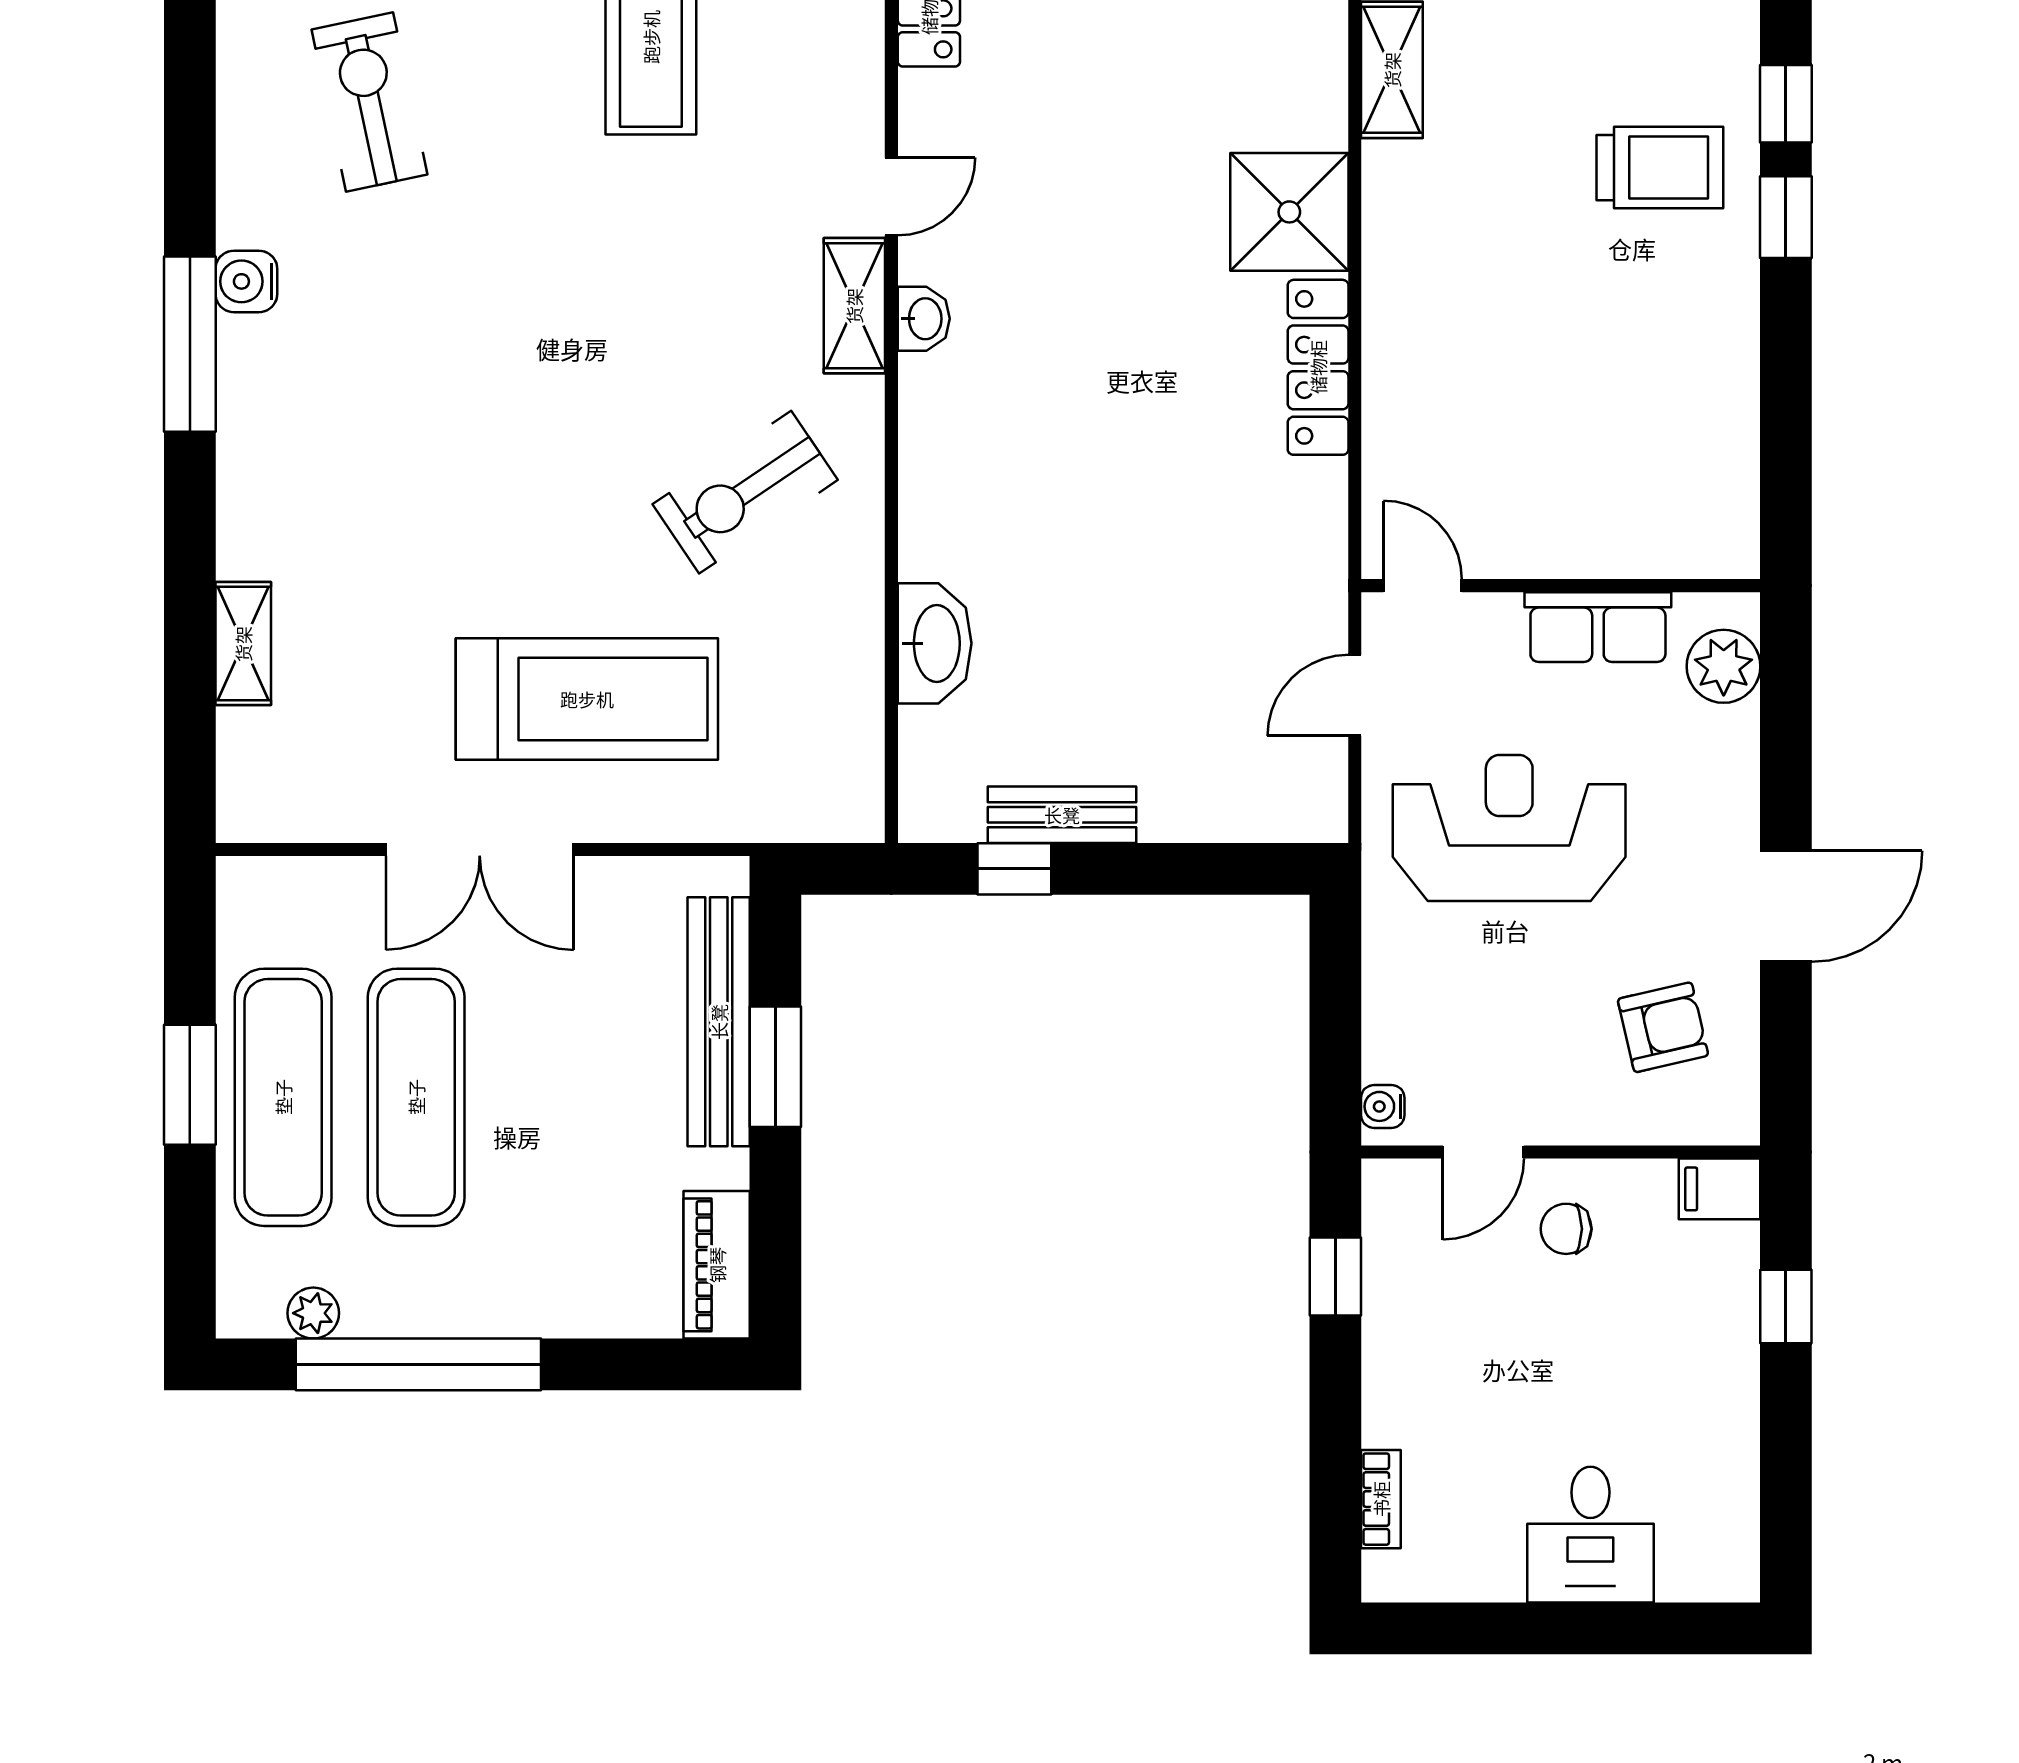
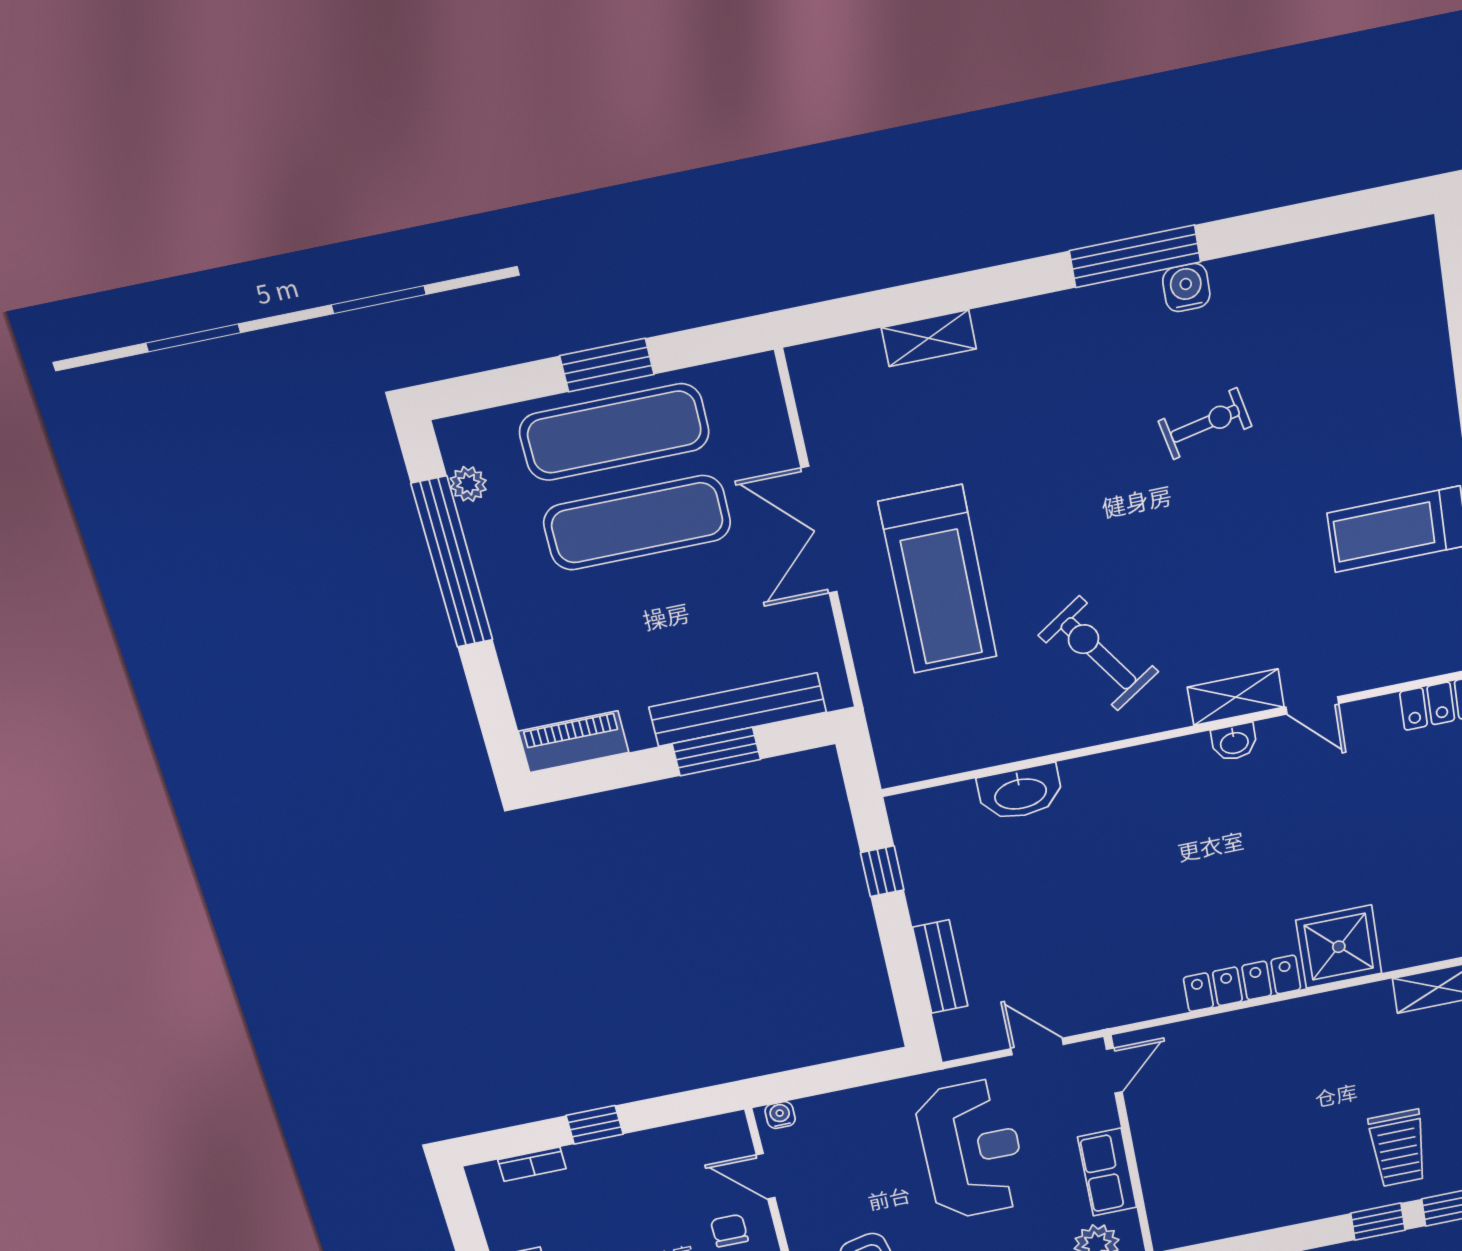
exercise bike: (370, 102) -> (1205, 424), moved, width x0.73, depth x0.72
bench: (1062, 815) -> (940, 967), moved
window: (1335, 1276) -> (595, 1125), moved

